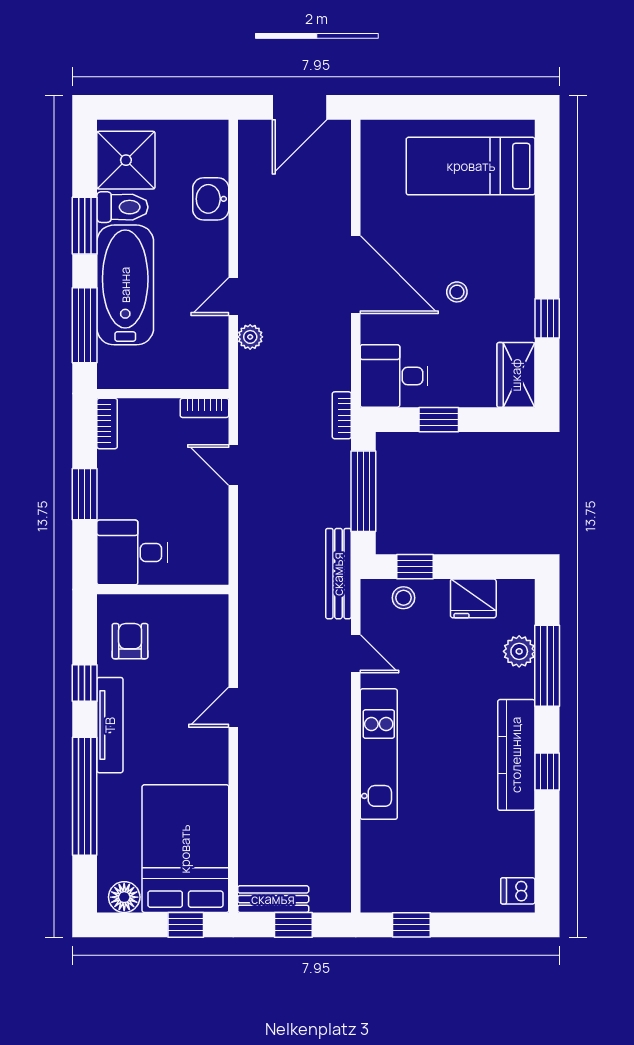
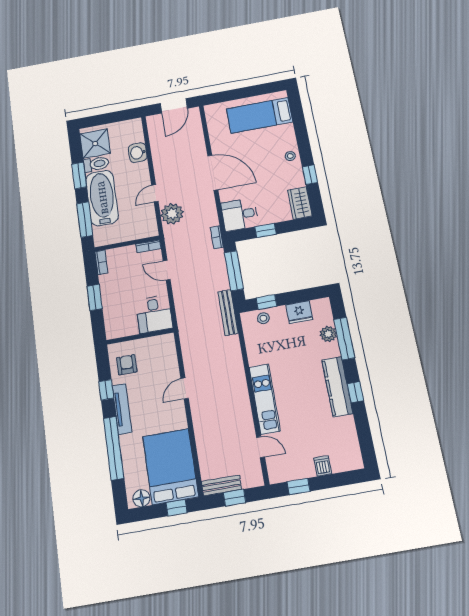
stool: (457, 292) -> (290, 156), moved
plant: (250, 337) -> (172, 214), width x1.88, depth x1.88
desk: (132, 552) -> (154, 314), moved, turned -90
door: (356, 654) -> (261, 447), moved
dishwasher: (518, 891) -> (323, 466), moved, turned 90

